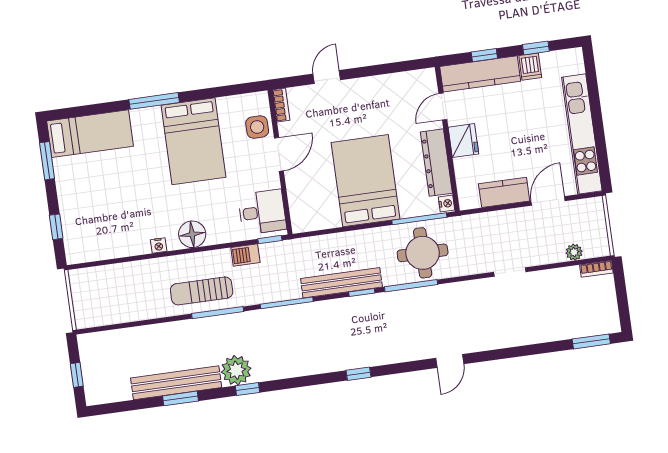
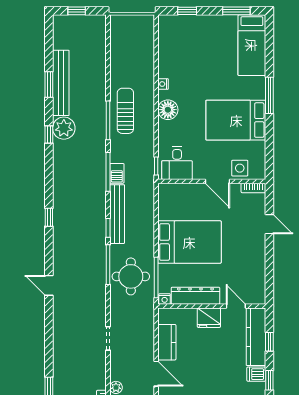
barbecue: (245, 255) -> (117, 173), moved, turned 180

